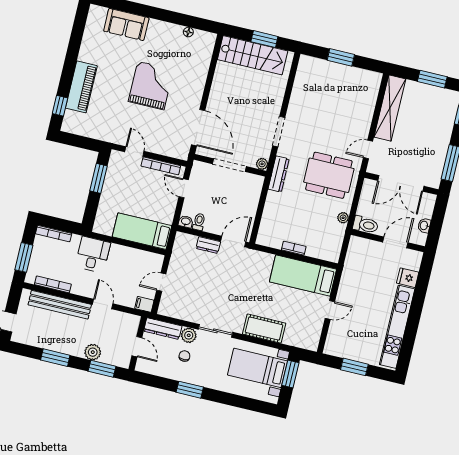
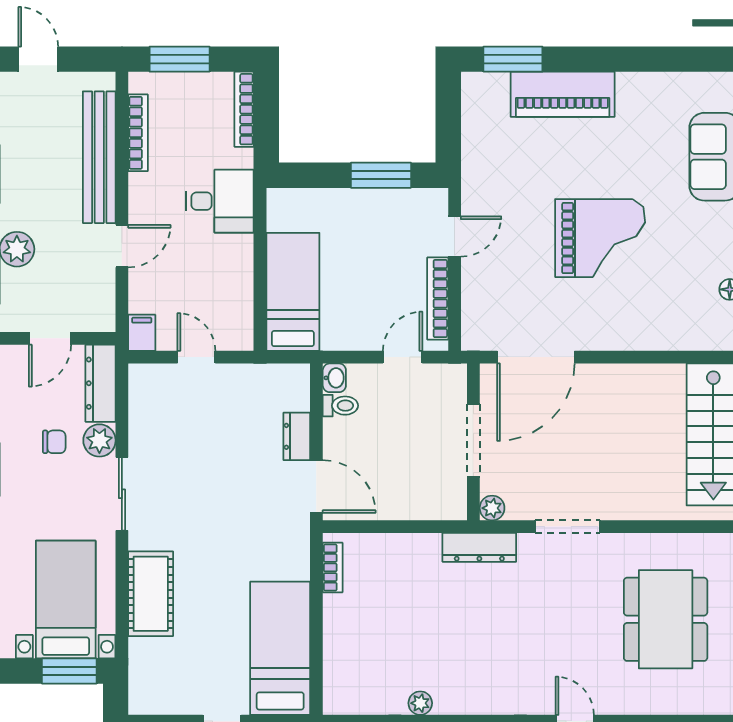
window: (60, 106) -> (513, 59), width x1.50
dining table: (329, 175) -> (666, 619), moved
bookcase: (294, 248) -> (333, 567), moved

